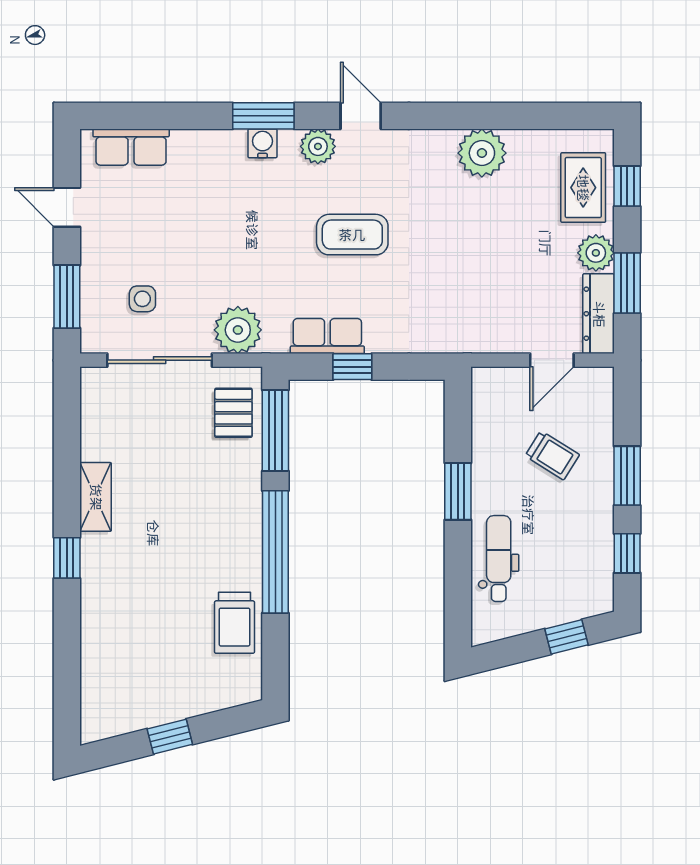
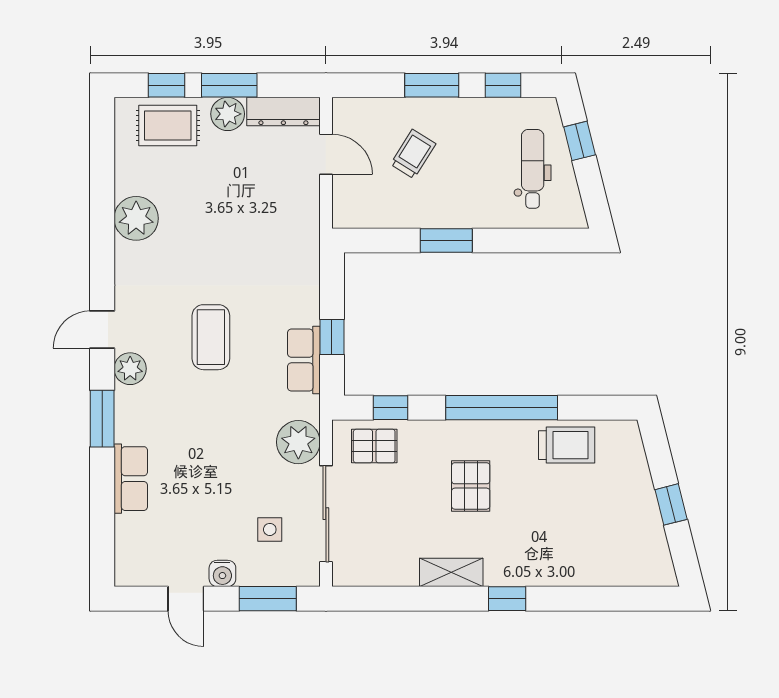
water cooler: (262, 143) -> (222, 573), moved, turned -90
row of seats: (131, 147) -> (131, 479), moved
door: (67, 207) -> (186, 599), hinge flipped
window: (627, 283) -> (229, 85), moved
window: (275, 431) -> (390, 408), width x0.46
pallet: (190, 518) -> (471, 486), added
dental chair: (499, 559) -> (533, 169), moved, turned 90

